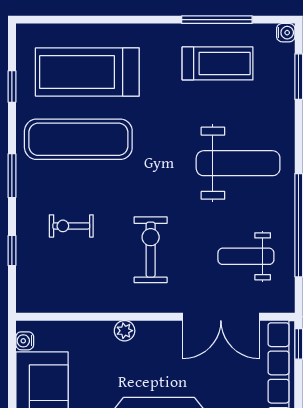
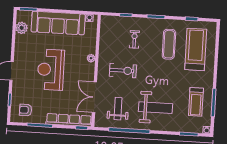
exercise mat: (78, 139) -> (169, 44), width x0.73, depth x0.69
weight bench: (238, 163) -> (156, 108), turned -90

